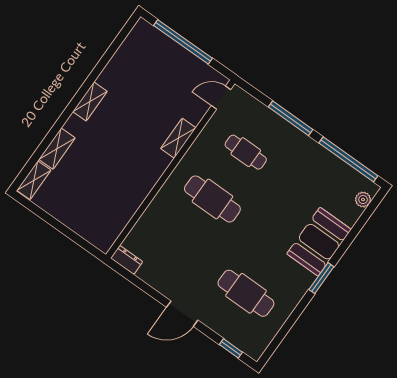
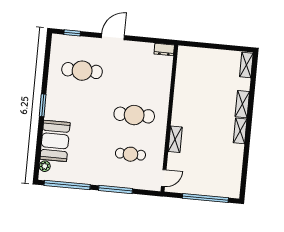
shelving: (57, 149) -> (242, 104), moved
booth: (319, 242) -> (55, 141), moved

